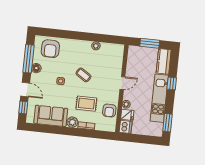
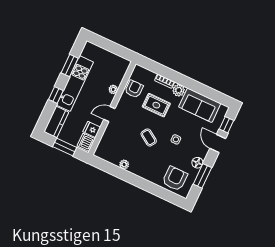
window: (28, 59) -> (202, 176), width x0.69
fridge: (127, 115) -> (92, 129), moved
window: (167, 123) -> (70, 66), moved
dishwasher: (126, 127) -> (86, 142), moved

